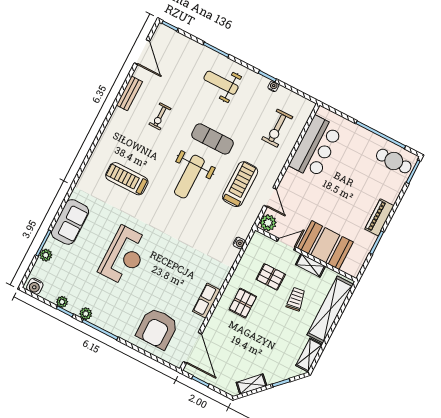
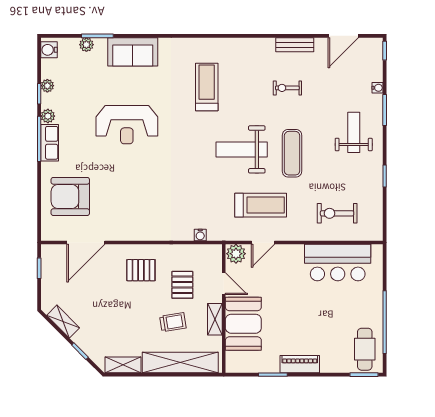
water cooler: (273, 86) -> (378, 88), moved
row of seats: (207, 301) -> (50, 143), moved, turned 90
door: (192, 348) -> (86, 242), moved

